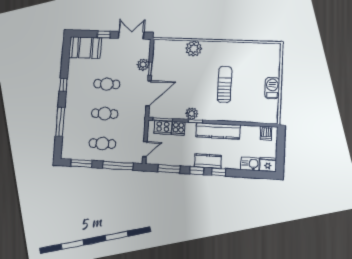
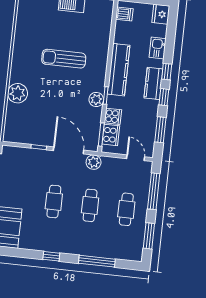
plant: (143, 65) -> (94, 162), moved
kitchen sink: (250, 164) -> (158, 48), moved

